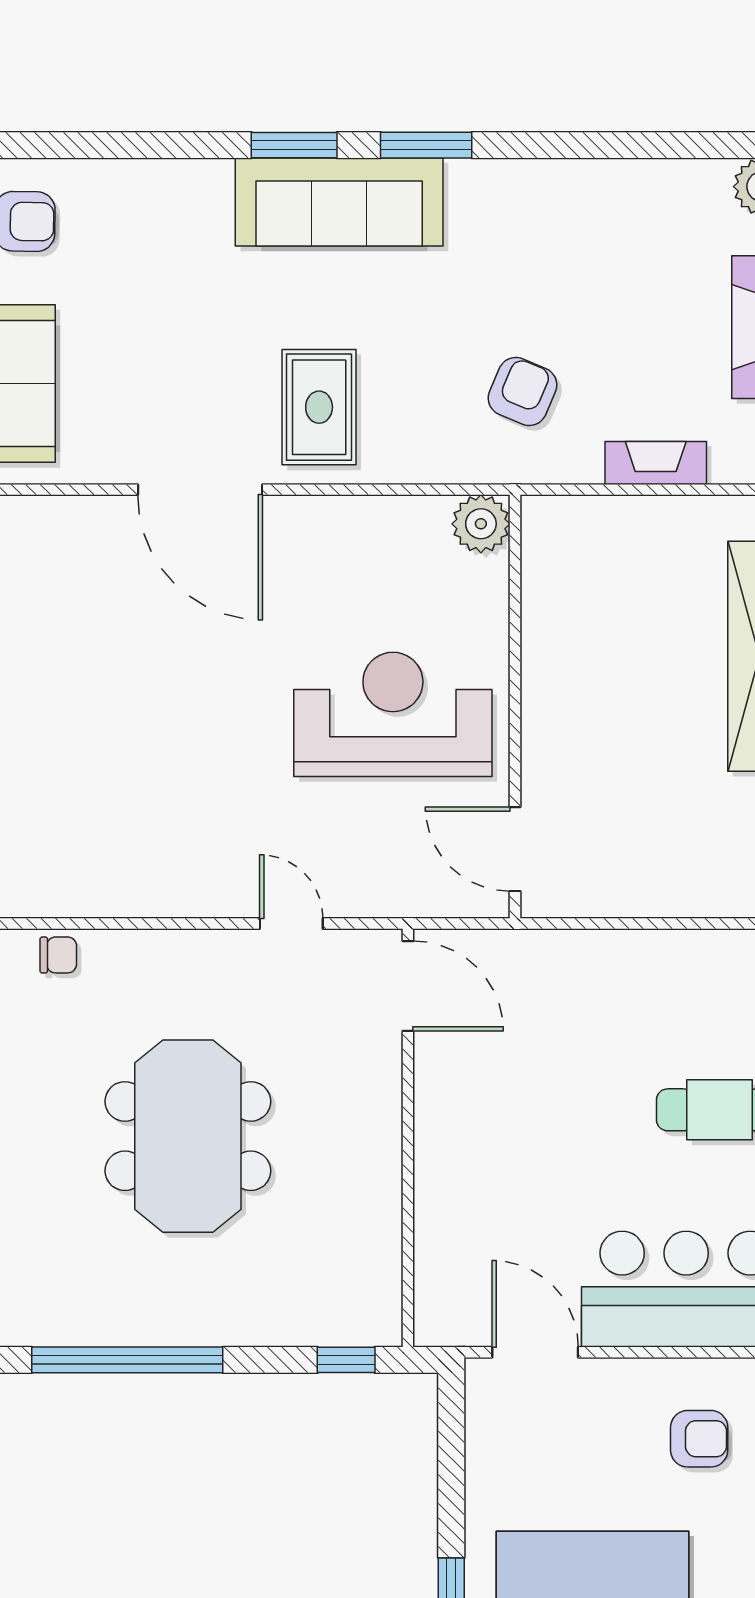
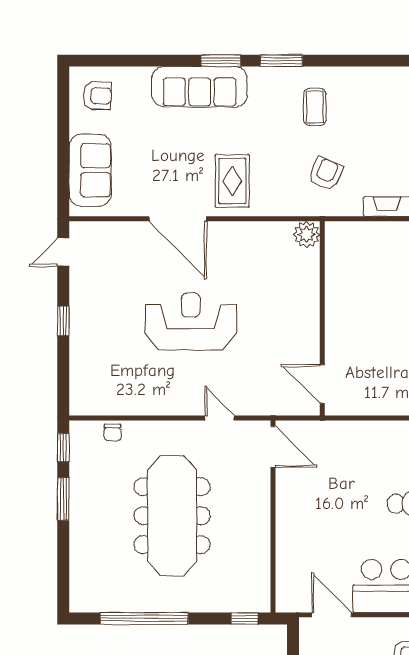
sofa: (339, 202) -> (200, 87), moved
coffee table: (499, 246) -> (315, 107), added
reception desk: (393, 714) -> (191, 322), moved
chair: (58, 955) -> (113, 432), turned 90
meeting table: (188, 1136) -> (172, 516), width x1.36

